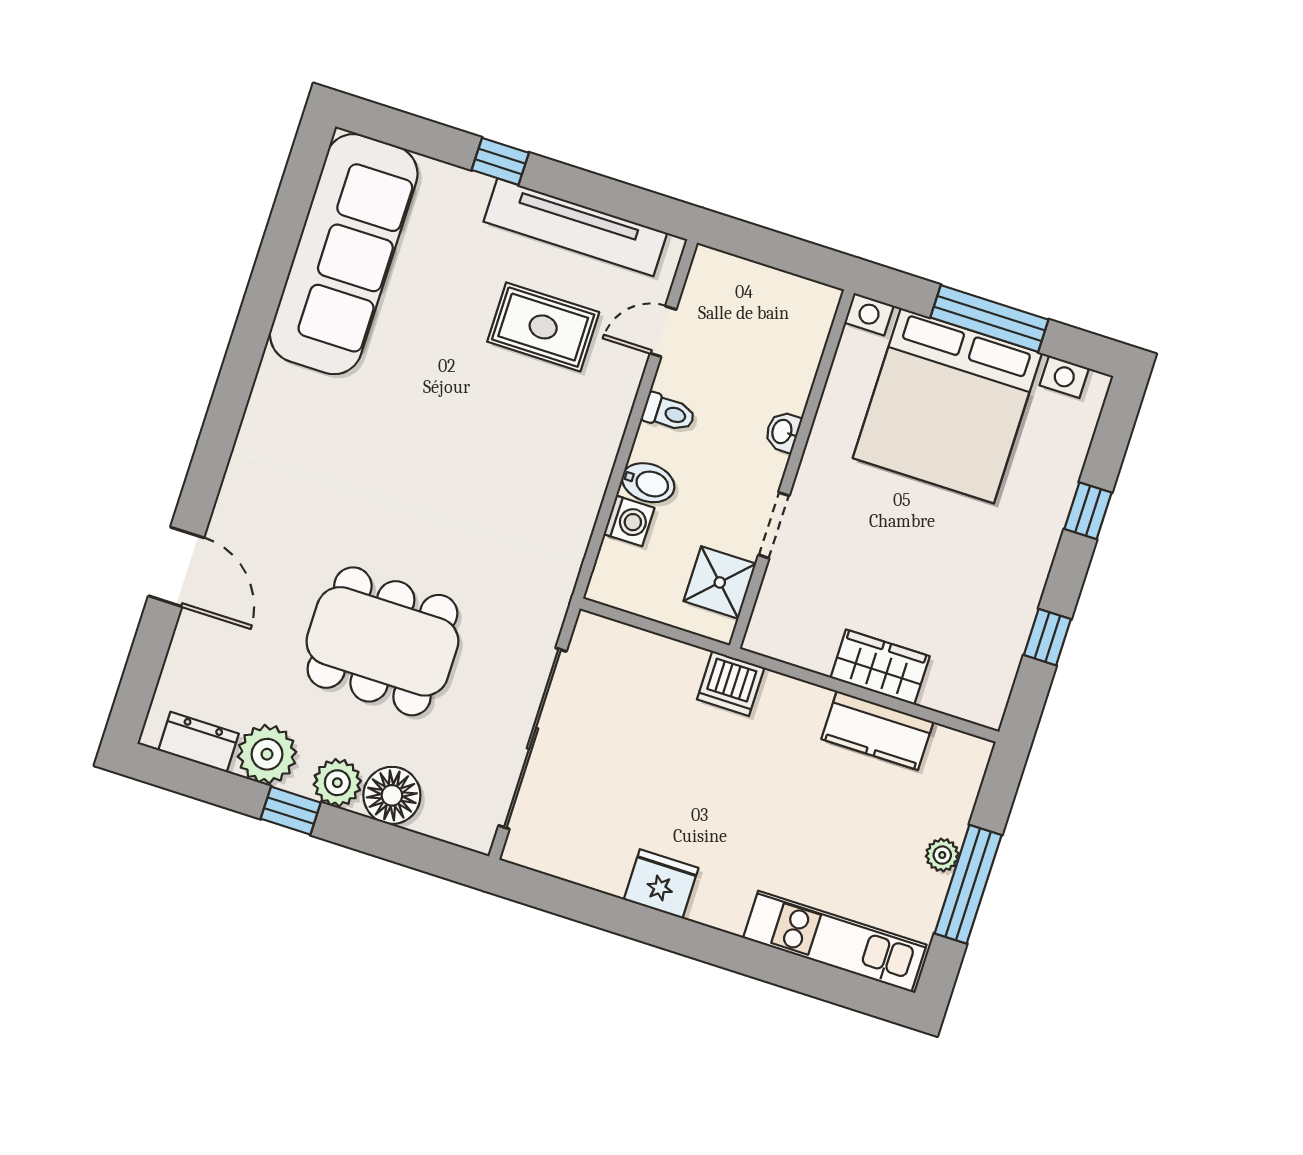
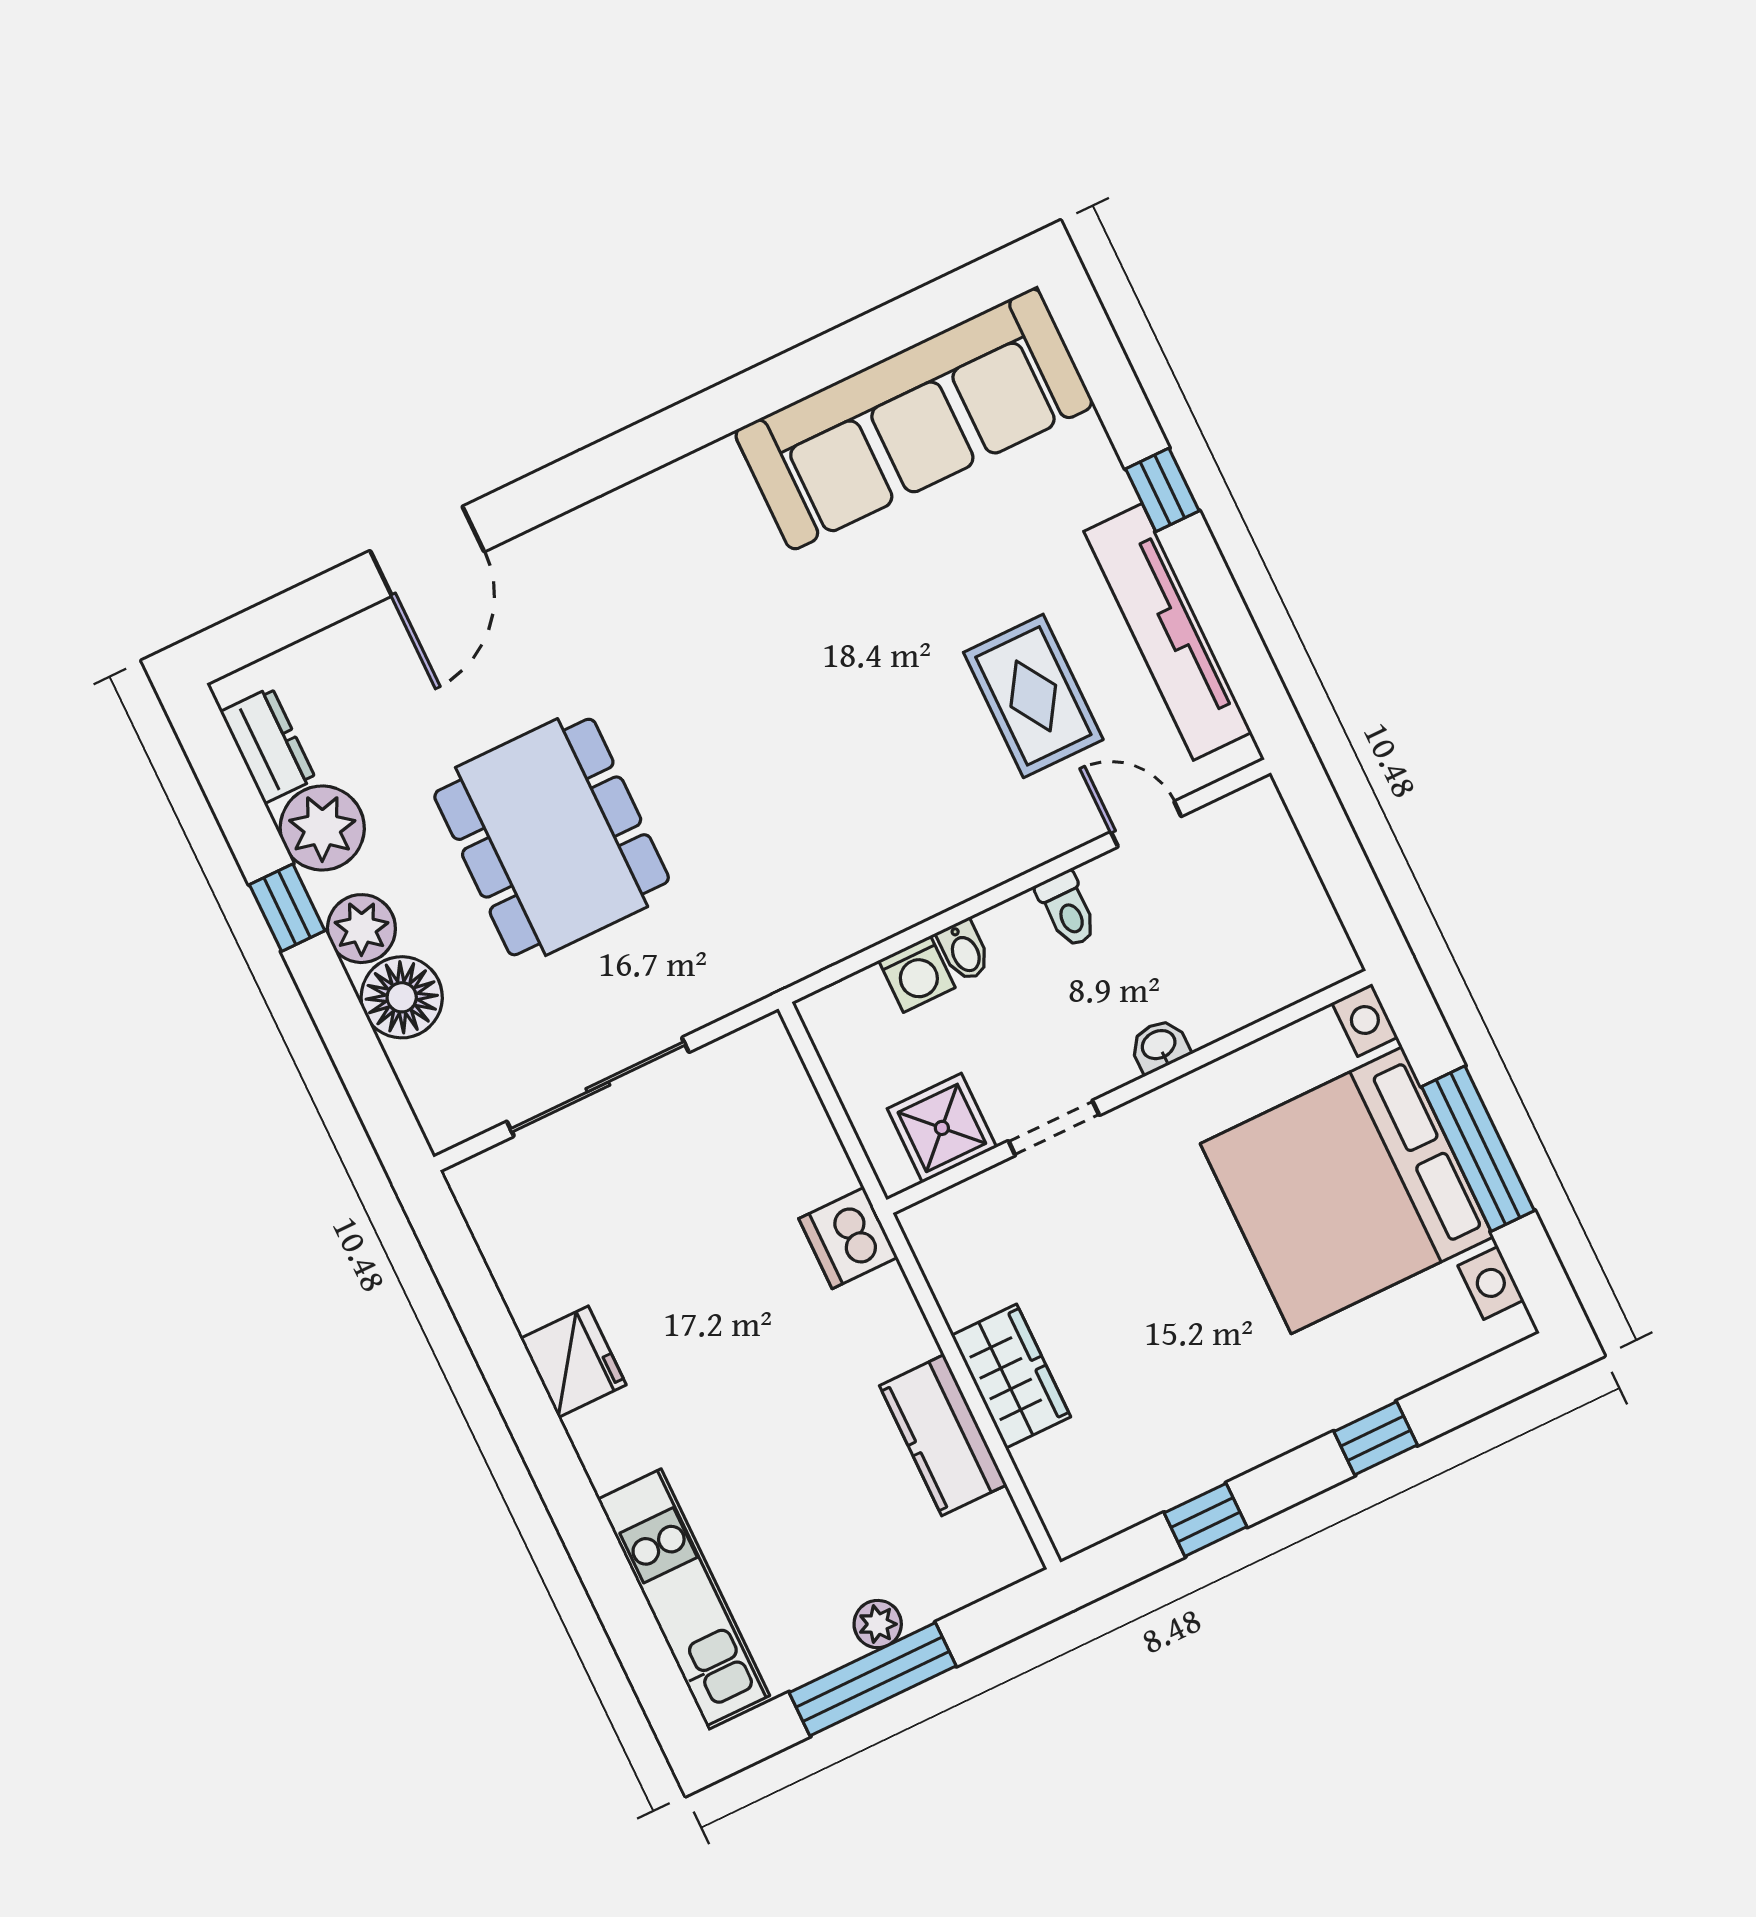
bidet: (648, 483) -> (964, 951), width x0.72, depth x0.74
sliding door: (532, 738) -> (598, 1087), width x0.73

